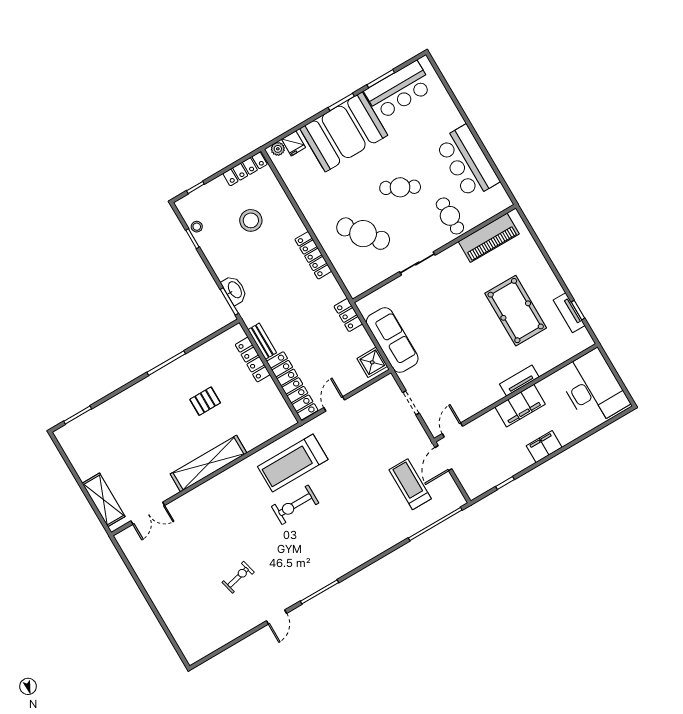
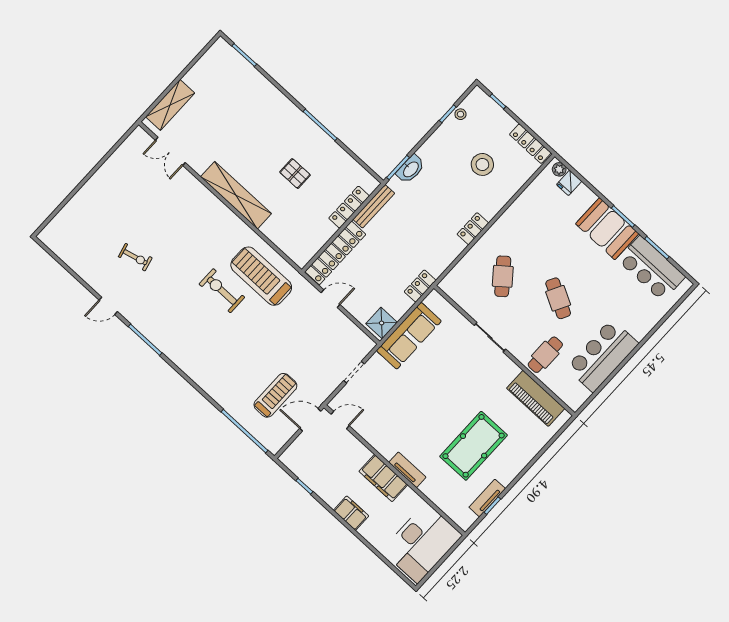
booth: (344, 132) -> (607, 229), width x0.73, depth x0.70
cafe table: (363, 234) -> (503, 276), width x0.73, depth x0.74
locker: (313, 255) -> (473, 229), width x0.66
bench: (262, 341) -> (374, 206), width x1.36

